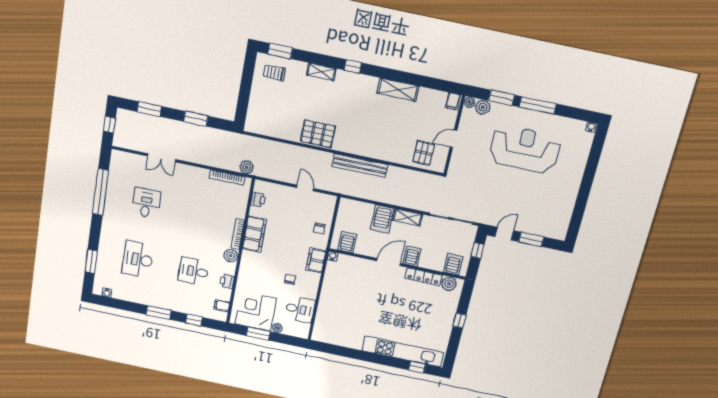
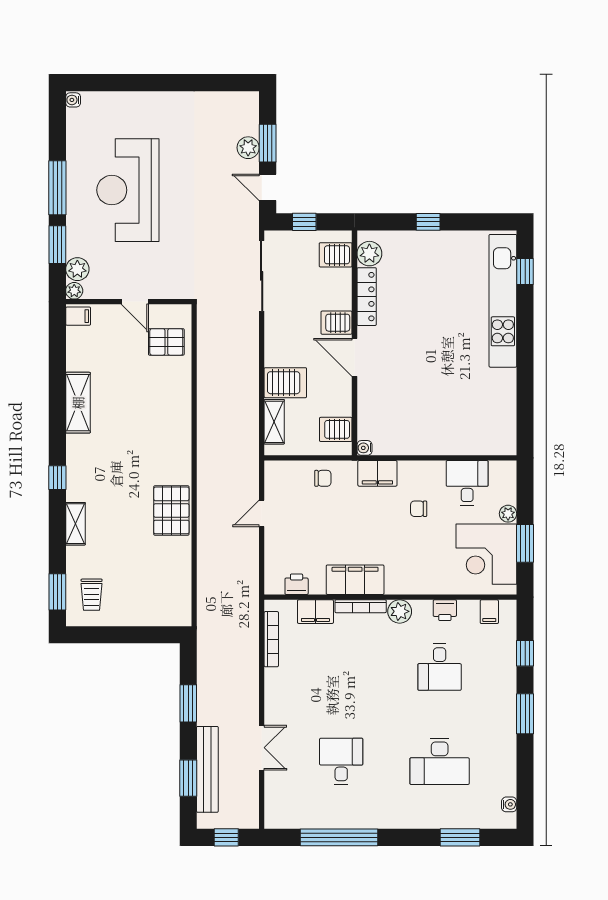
bench: (360, 166) -> (207, 769), moved
plant: (247, 167) -> (248, 148), moved
desk: (146, 203) -> (341, 761), turned 90
filing cabinet: (239, 207) -> (315, 612), added
shelving: (408, 217) -> (274, 422), moved

